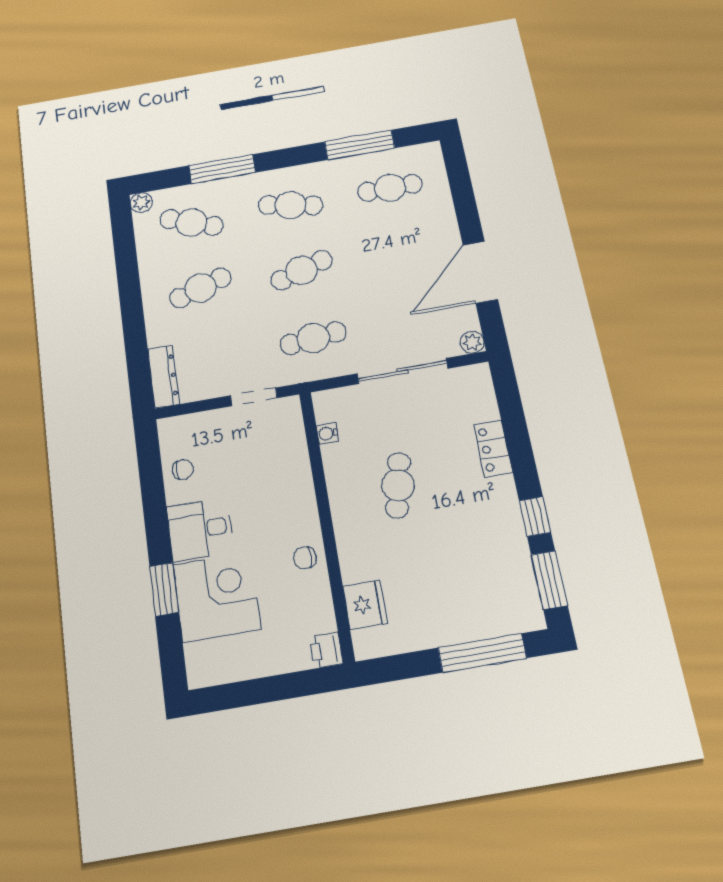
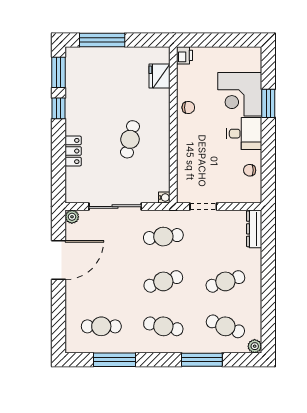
water cooler: (327, 433) -> (164, 198), moved

